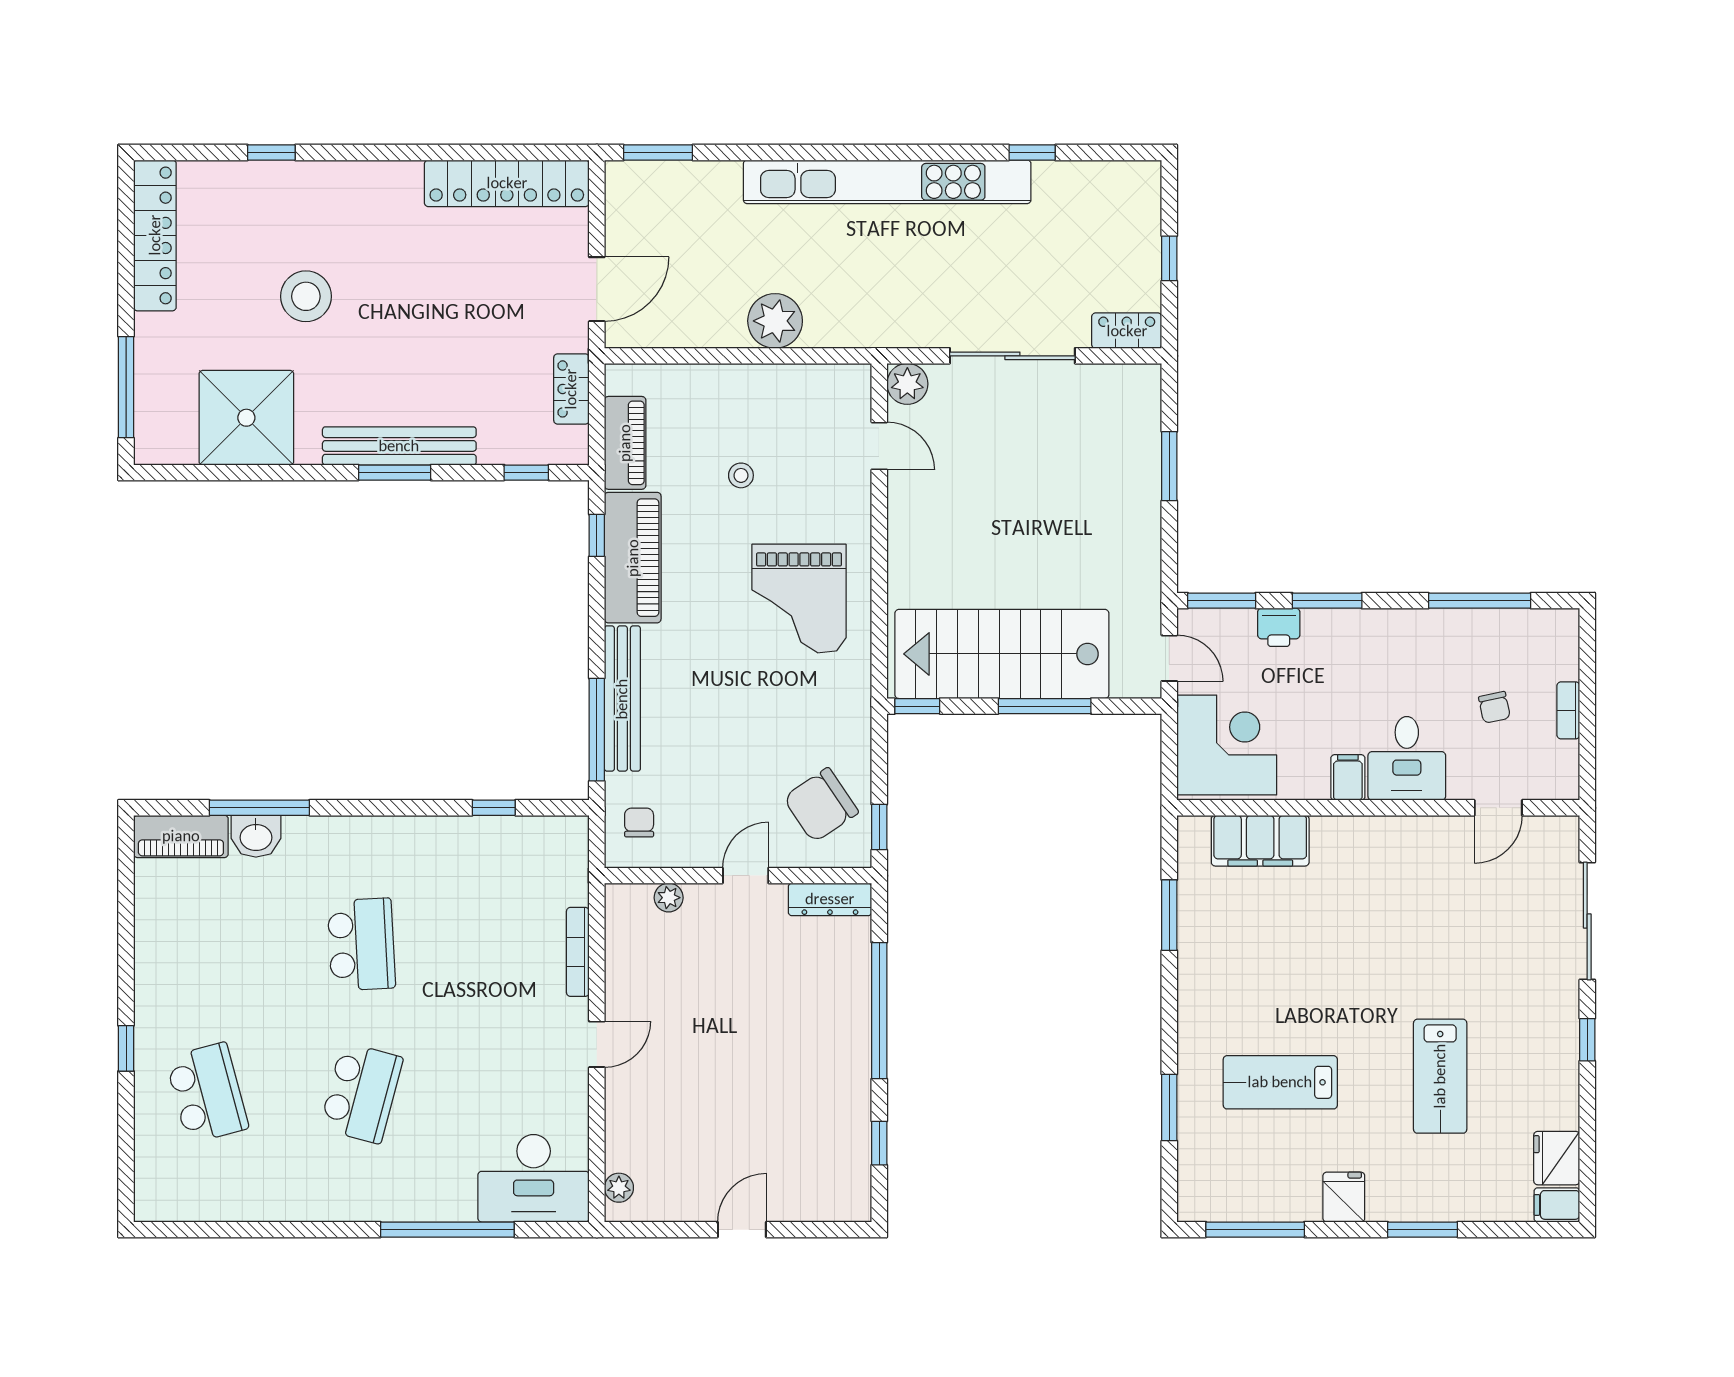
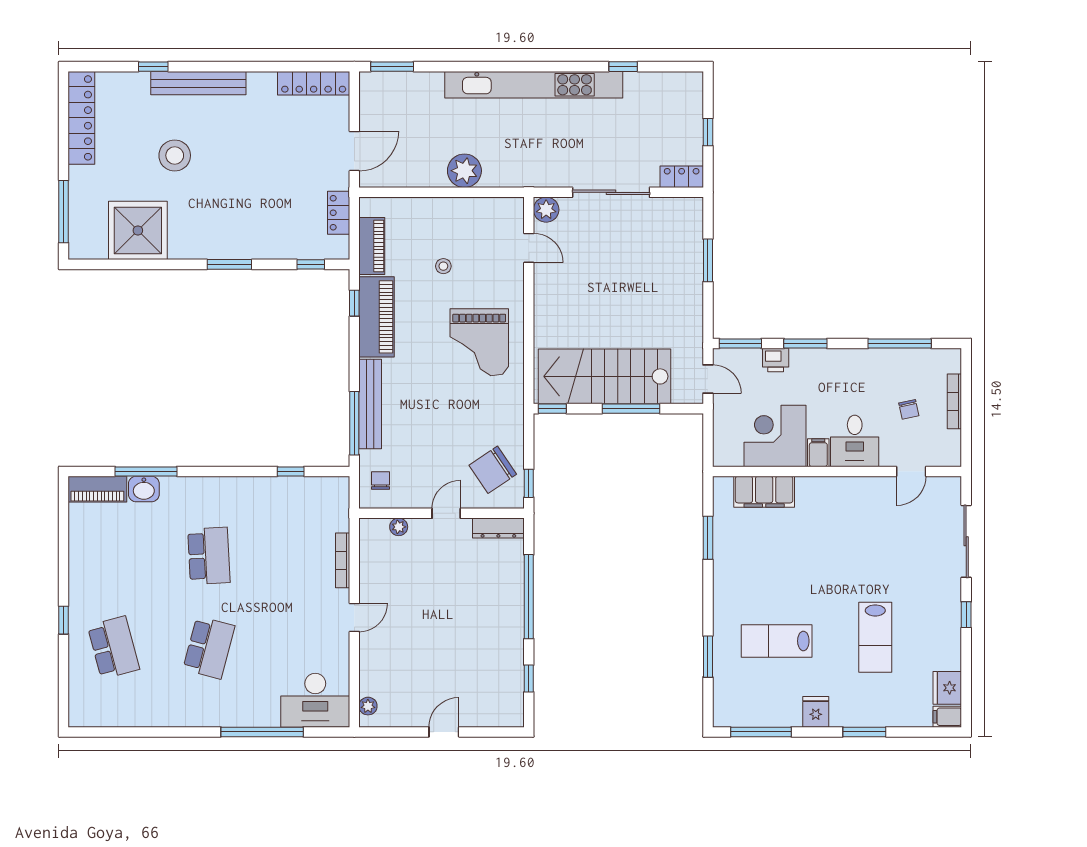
locker: (507, 183) -> (314, 83), width x0.71, depth x0.83
bench: (399, 446) -> (198, 83), moved
bookcase: (1568, 710) -> (954, 401), width x1.56
corner desk: (1227, 745) -> (775, 436), moved, turned -90

